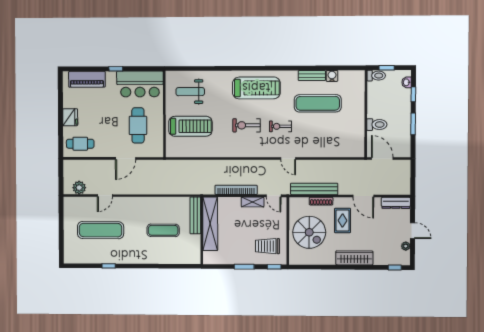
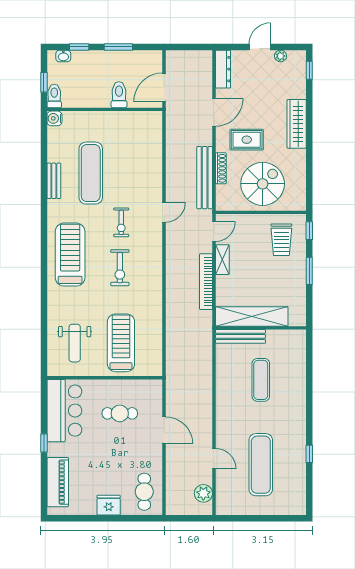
water cooler: (332, 76) -> (54, 118), moved
cafe table: (138, 125) -> (120, 413), width x0.73, depth x0.74

